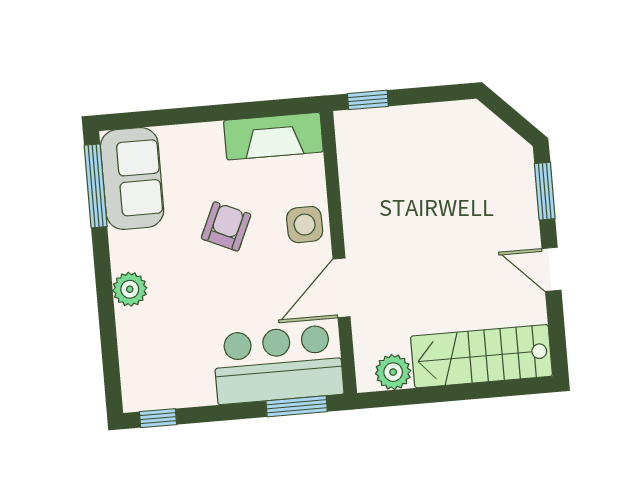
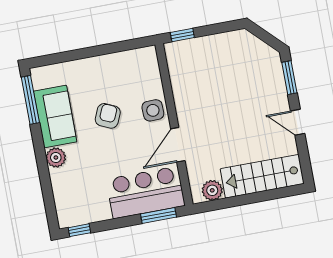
fireplace: (273, 136) -> (130, 61), removed
sofa: (132, 178) -> (55, 117), moved

